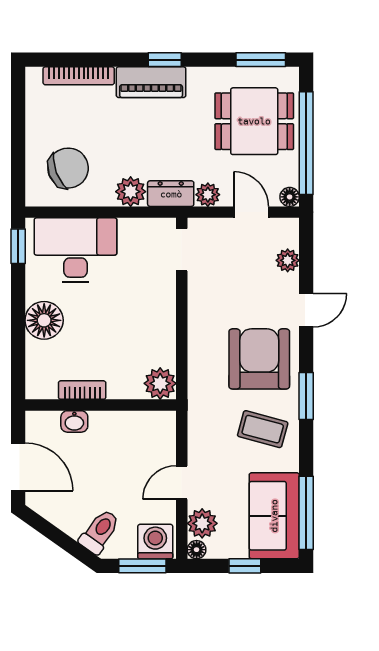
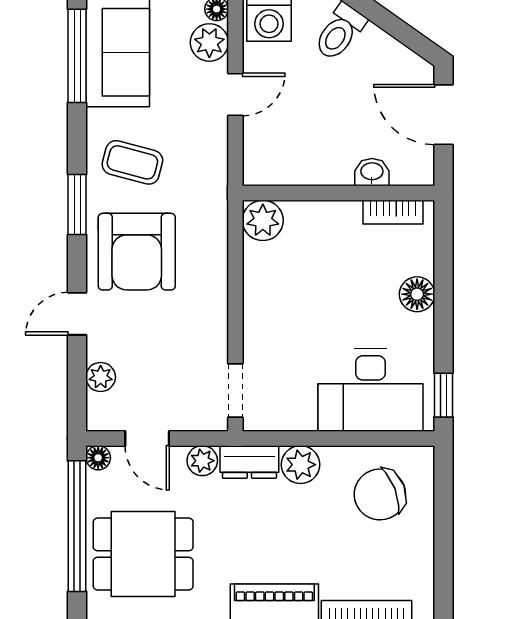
floor lamp: (44, 320) -> (417, 294), width x0.73, depth x0.73
bookcase: (82, 390) -> (393, 212), moved

